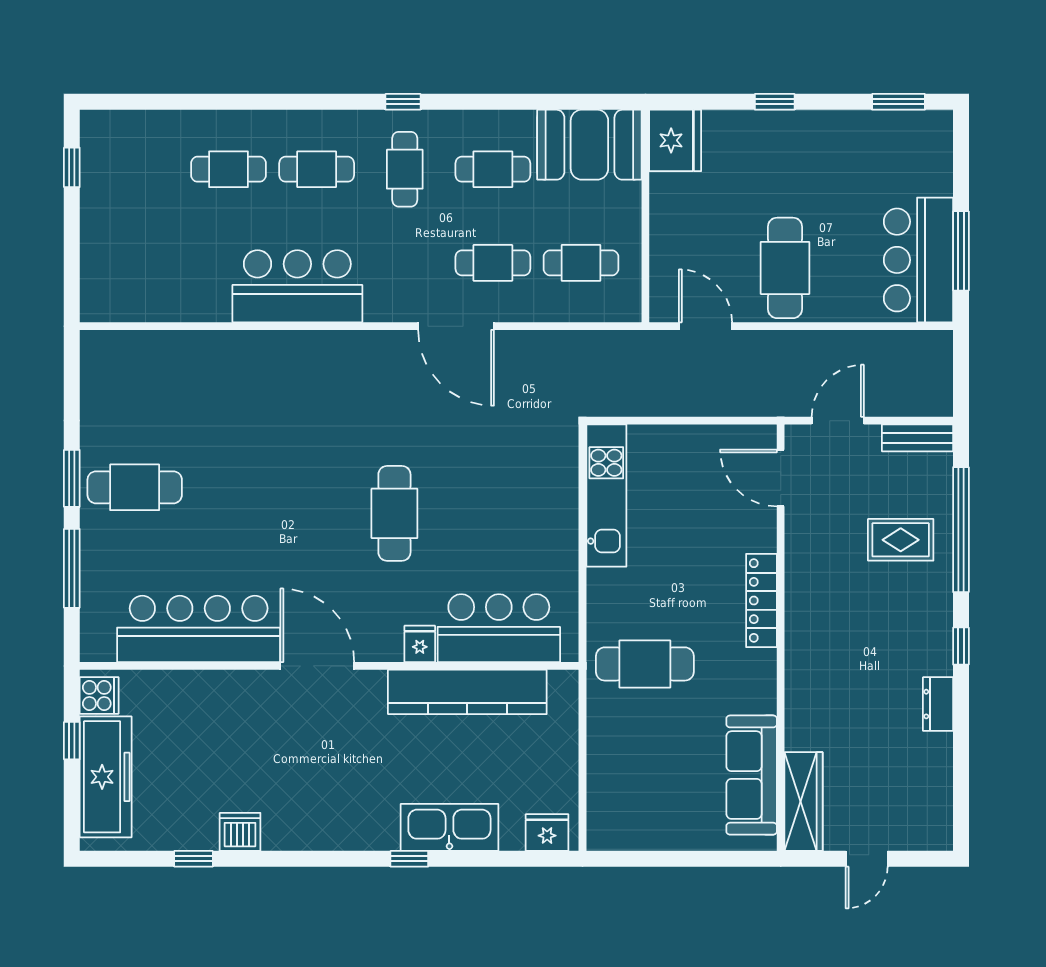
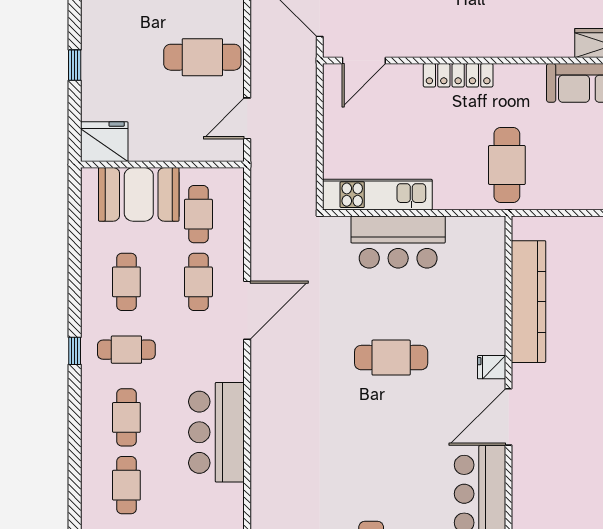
booth: (589, 145) -> (139, 194), moved, turned 90
bar counter: (499, 628) -> (398, 242), moved, turned -90
fridge: (420, 644) -> (492, 367), moved

